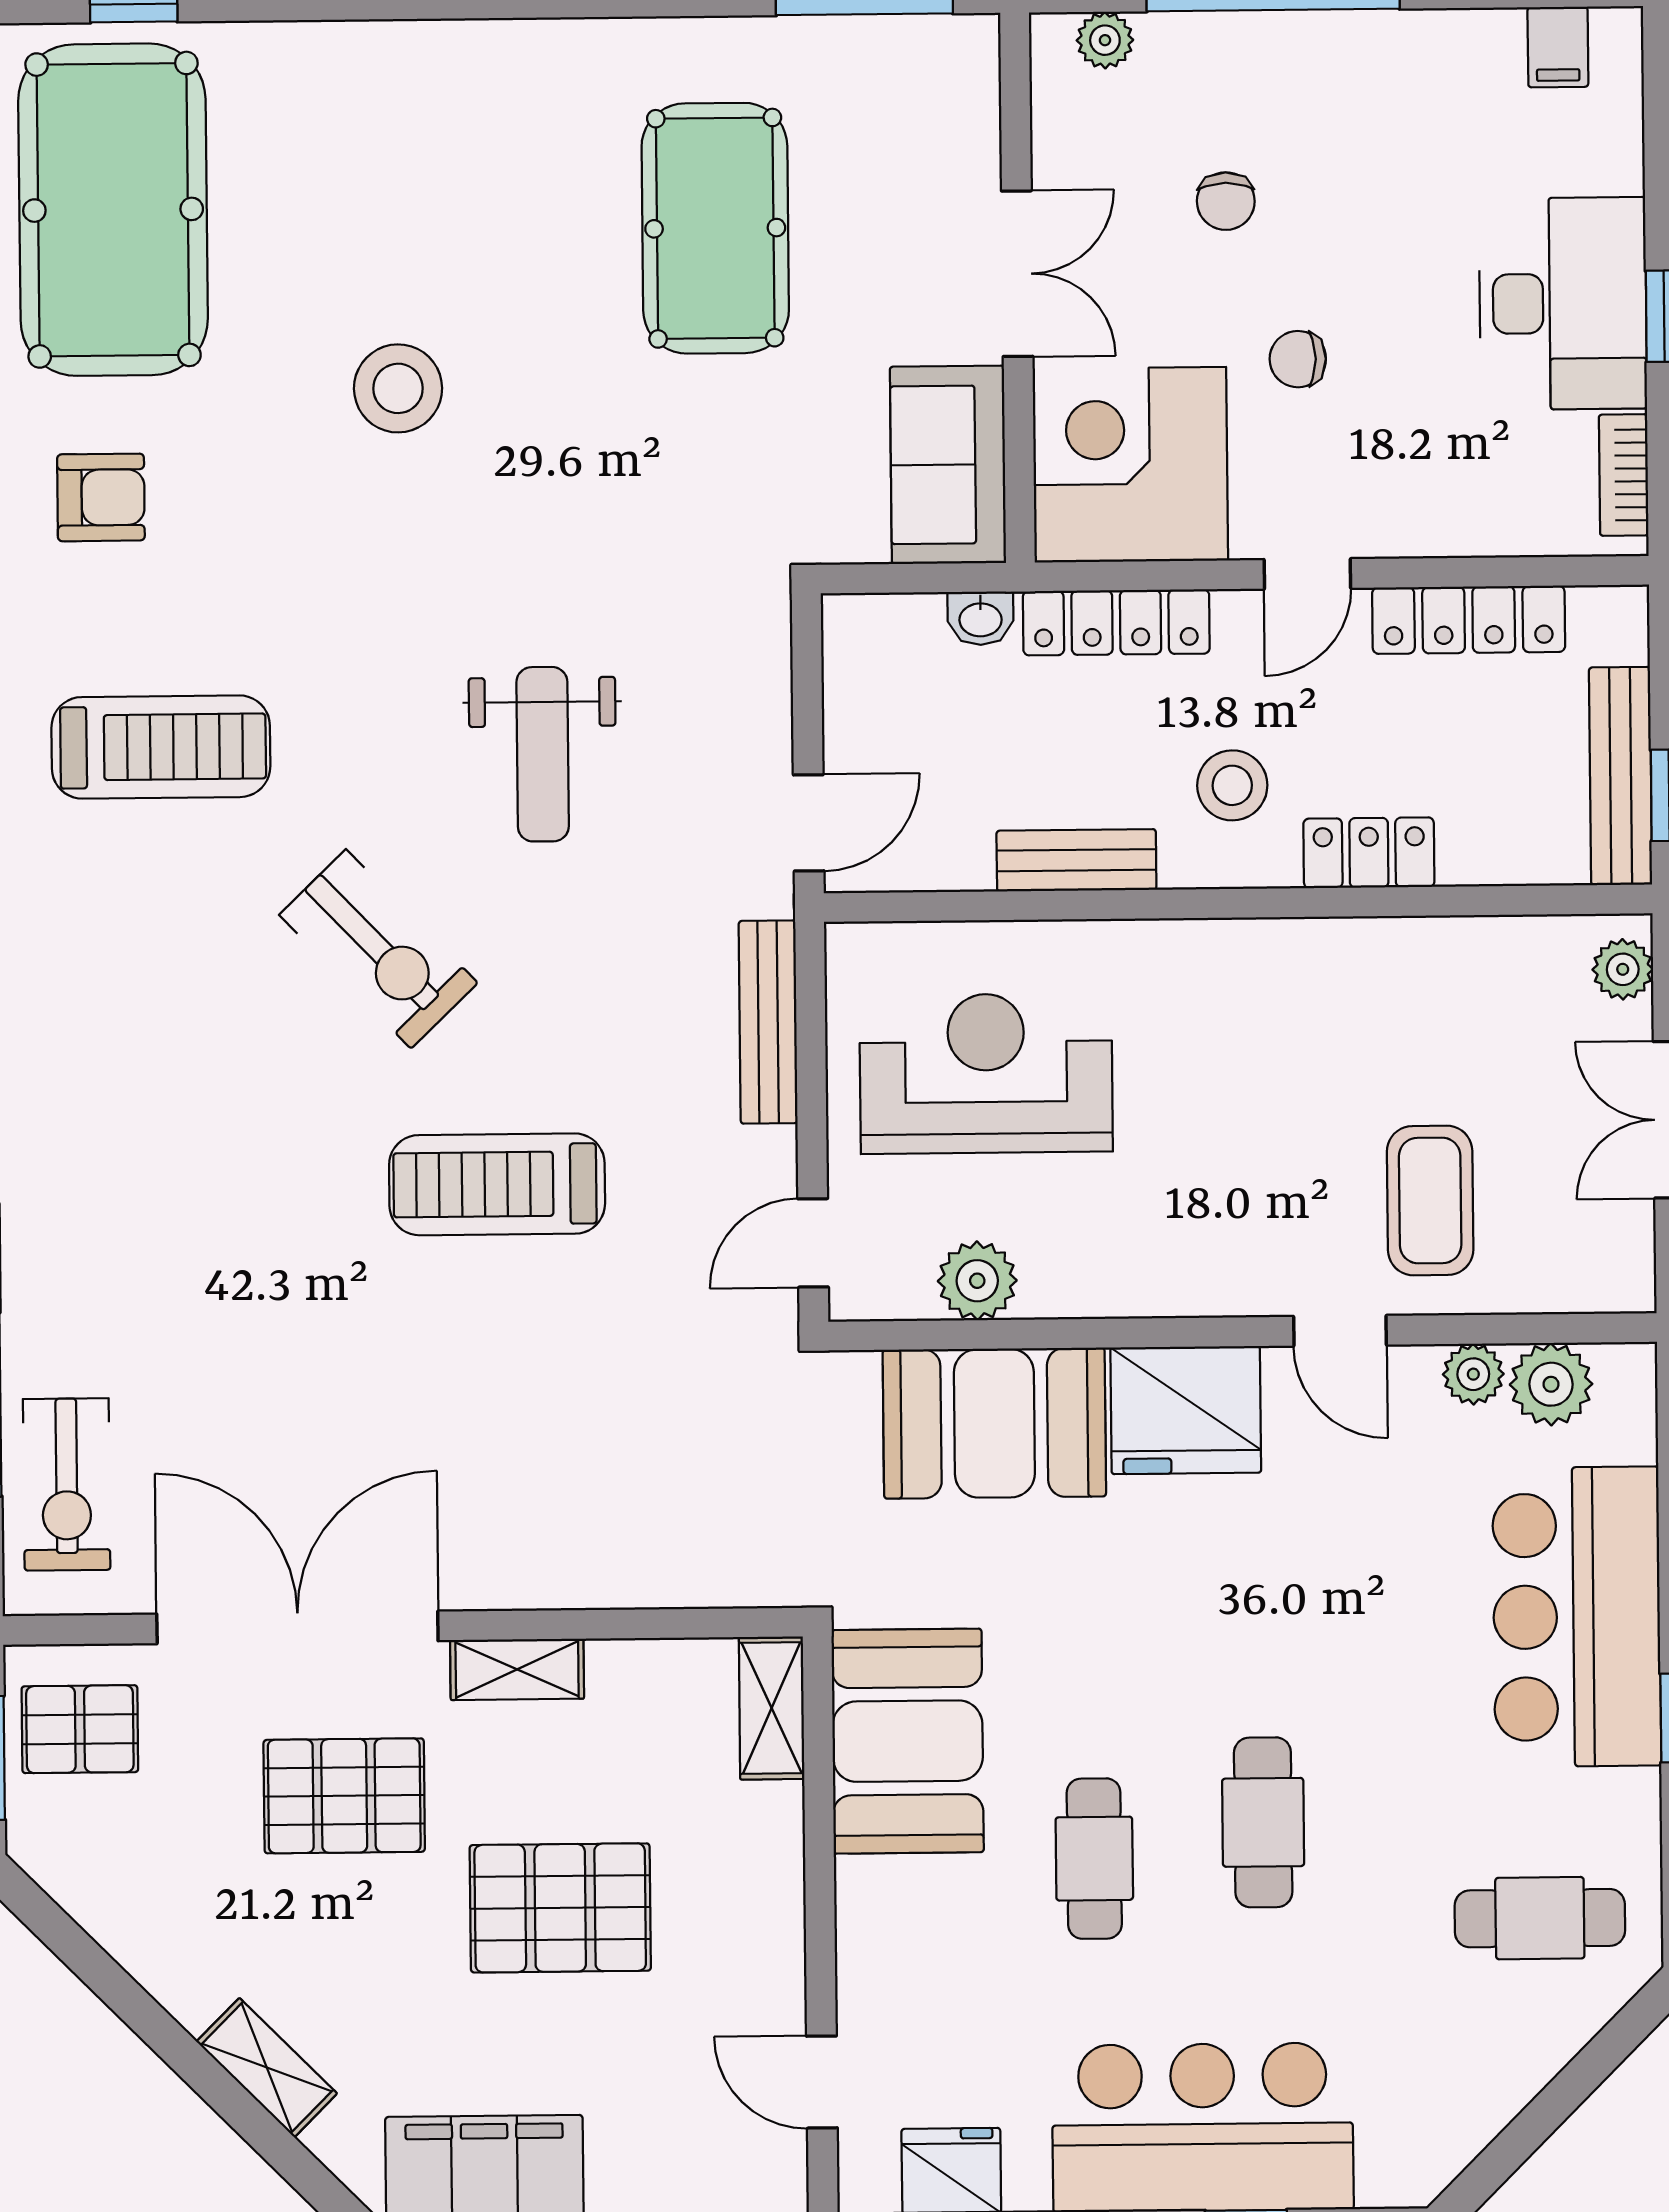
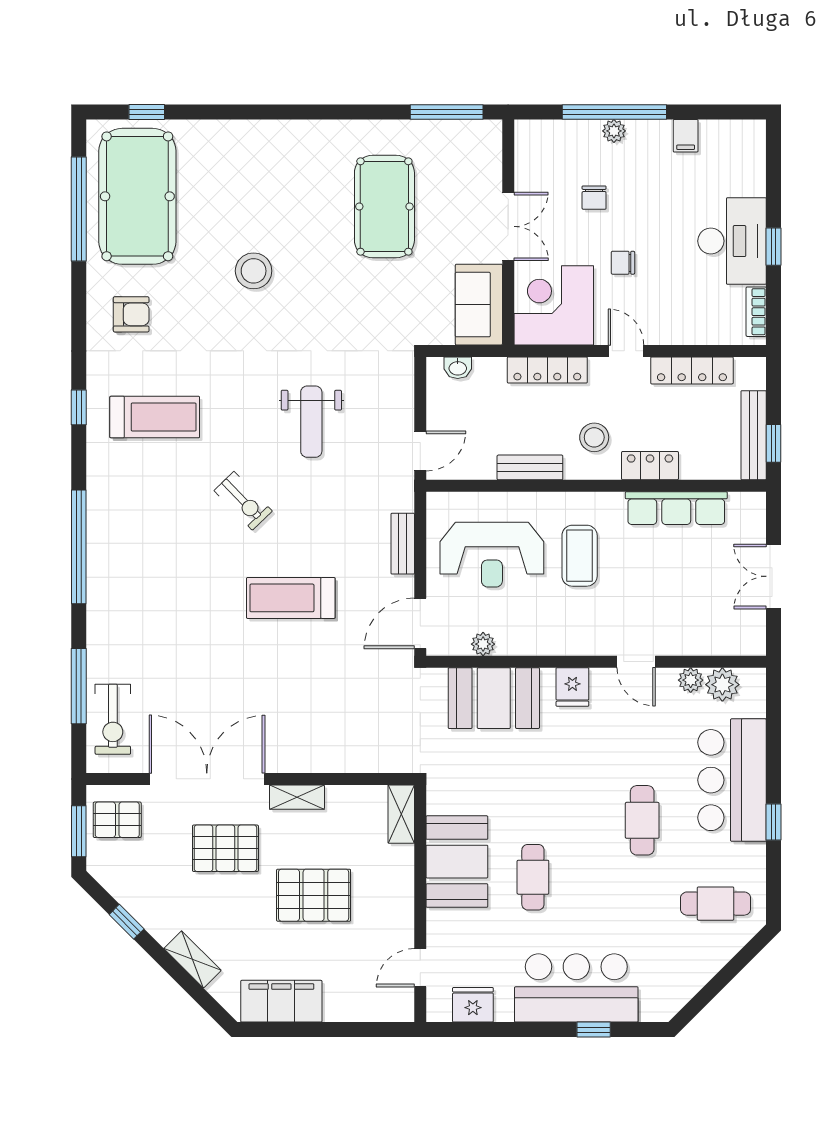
plant: (1105, 40) -> (614, 131), moved
filing cabinet: (1558, 47) -> (686, 136), moved
door: (1307, 574) -> (626, 351), swing flipped
washbasin: (981, 618) -> (458, 368), moved
exercise bike: (378, 949) -> (243, 501), width x0.73, depth x0.72
row of seats: (1434, 956) -> (676, 508), added
plant: (1623, 969) -> (754, 515), removed
bench: (768, 1022) -> (403, 544), width x0.73
reception desk: (986, 1074) -> (492, 555), turned 180
coffee table: (1430, 1200) -> (580, 556), moved
door: (813, 1243) -> (420, 623), width x1.38
plant: (977, 1281) -> (483, 644), width x0.73, depth x0.73
fridge: (1186, 1410) -> (572, 687), width x0.53, depth x0.75
booth: (908, 1741) -> (457, 862), moved
cafe table: (1263, 1822) -> (642, 820), moved
window: (105, 1977) -> (127, 922), added
door: (822, 2082) -> (420, 968), hinge flipped

